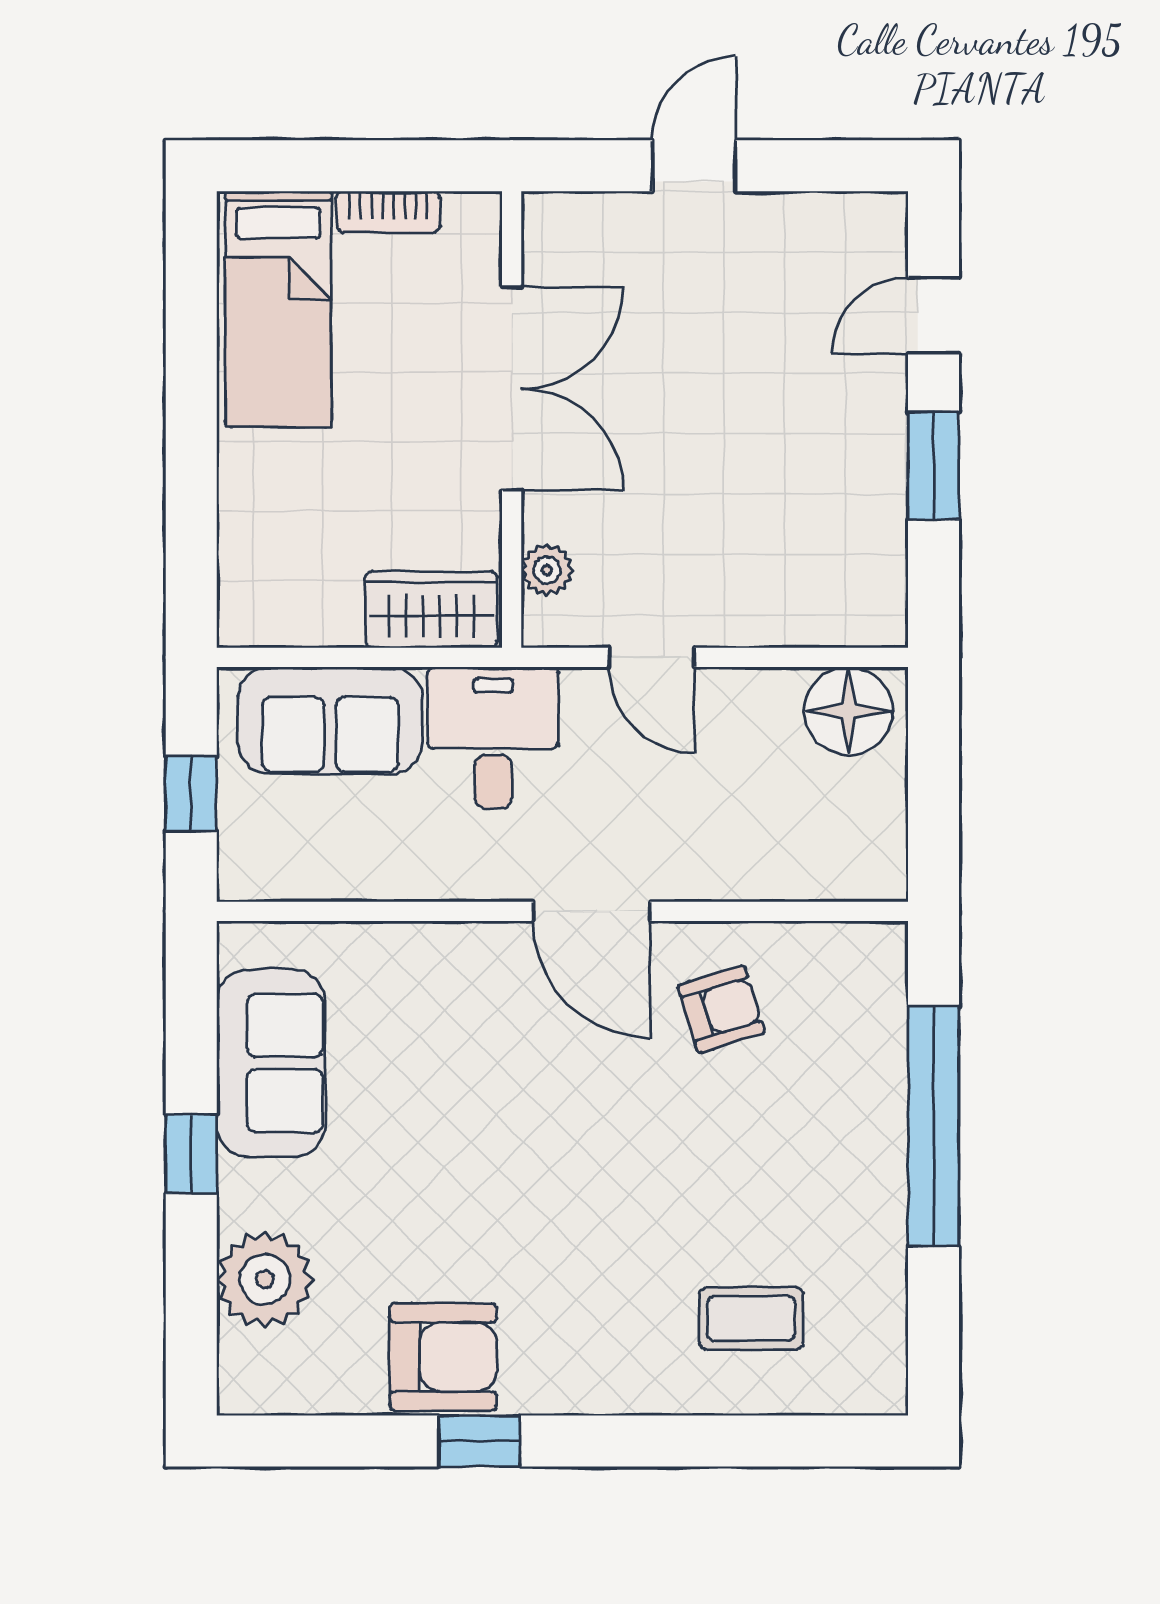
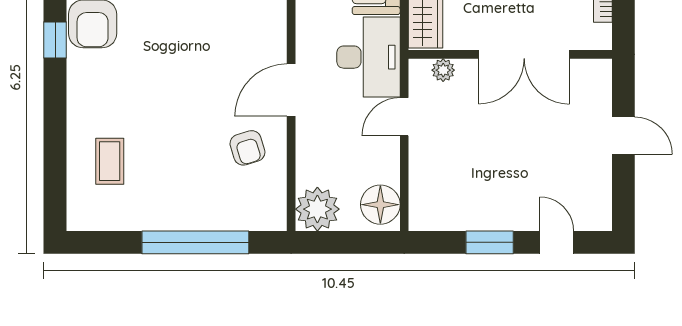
desk: (493, 738) -> (368, 57), width x1.37
plant: (859, 852) -> (317, 209), added

